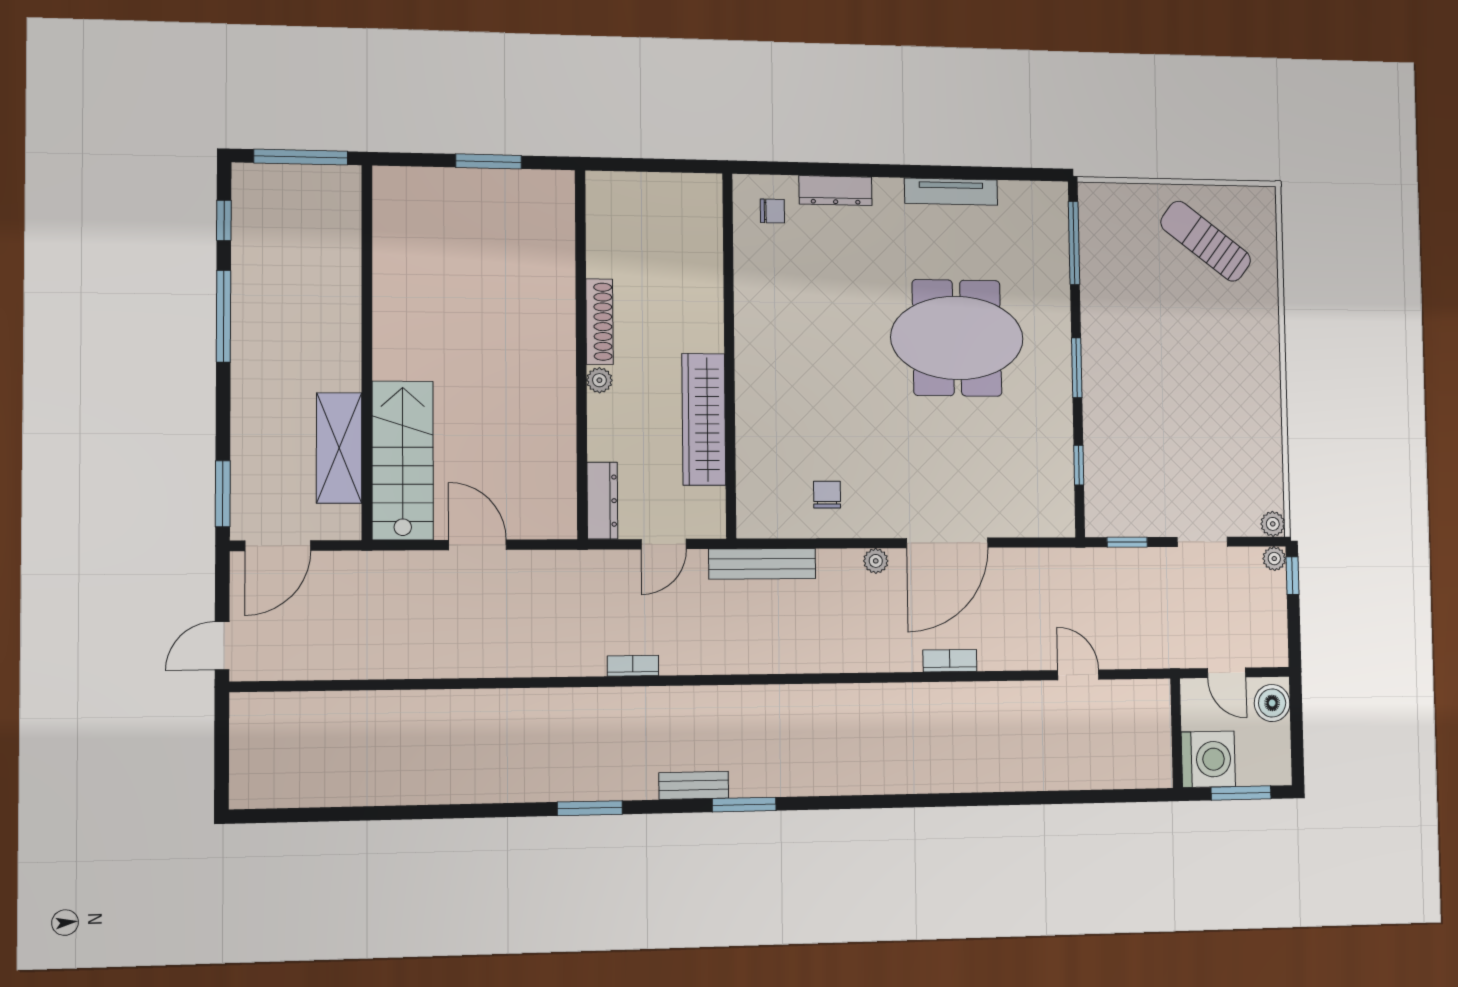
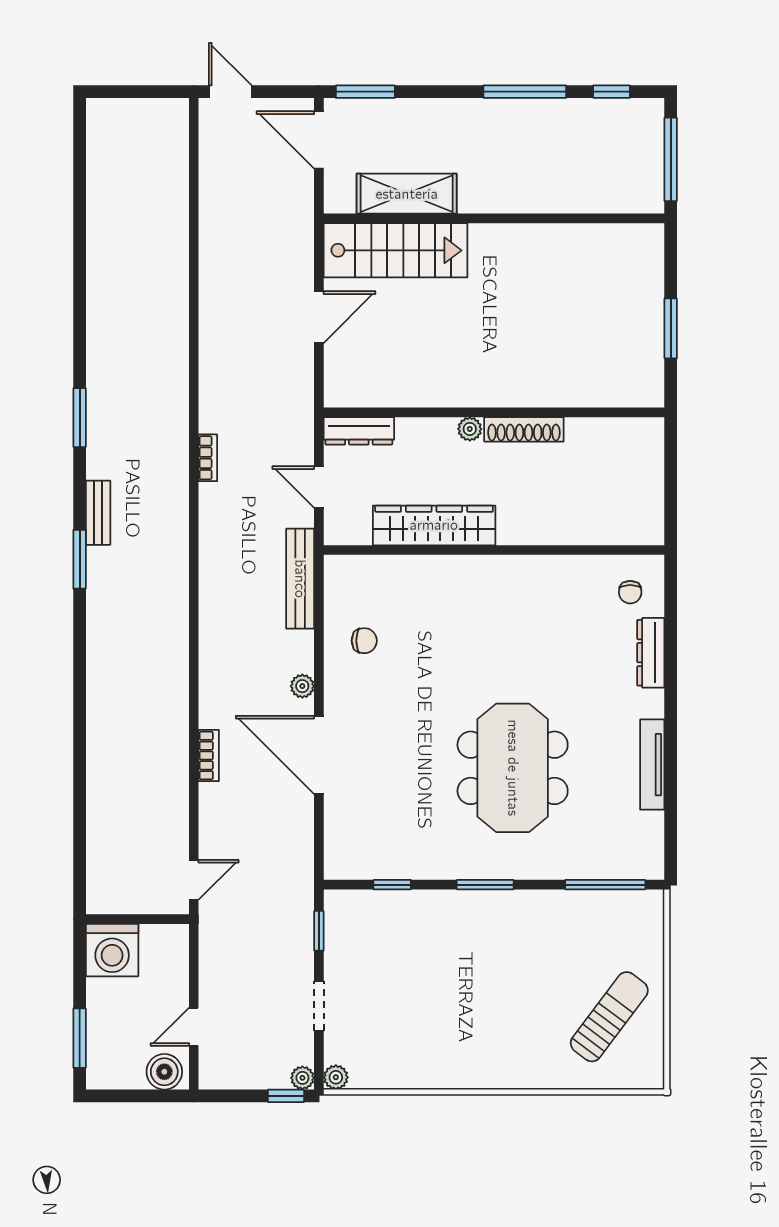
wall: (1176, 733) -> (137, 919), moved
washing machine: (1208, 759) -> (112, 950), moved

